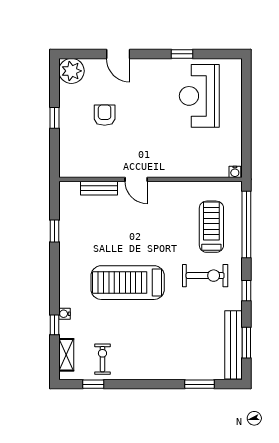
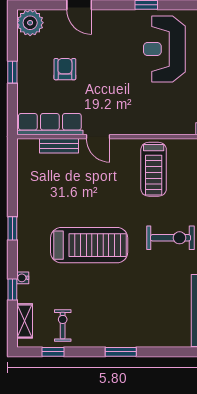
row of seats: (90, 167) -> (50, 124), added
treadmill: (211, 227) -> (154, 169), moved, turned 180
window: (55, 231) -> (12, 228), moved
treadmill: (128, 283) -> (89, 245), turned 180
window: (200, 384) -> (121, 352), moved

